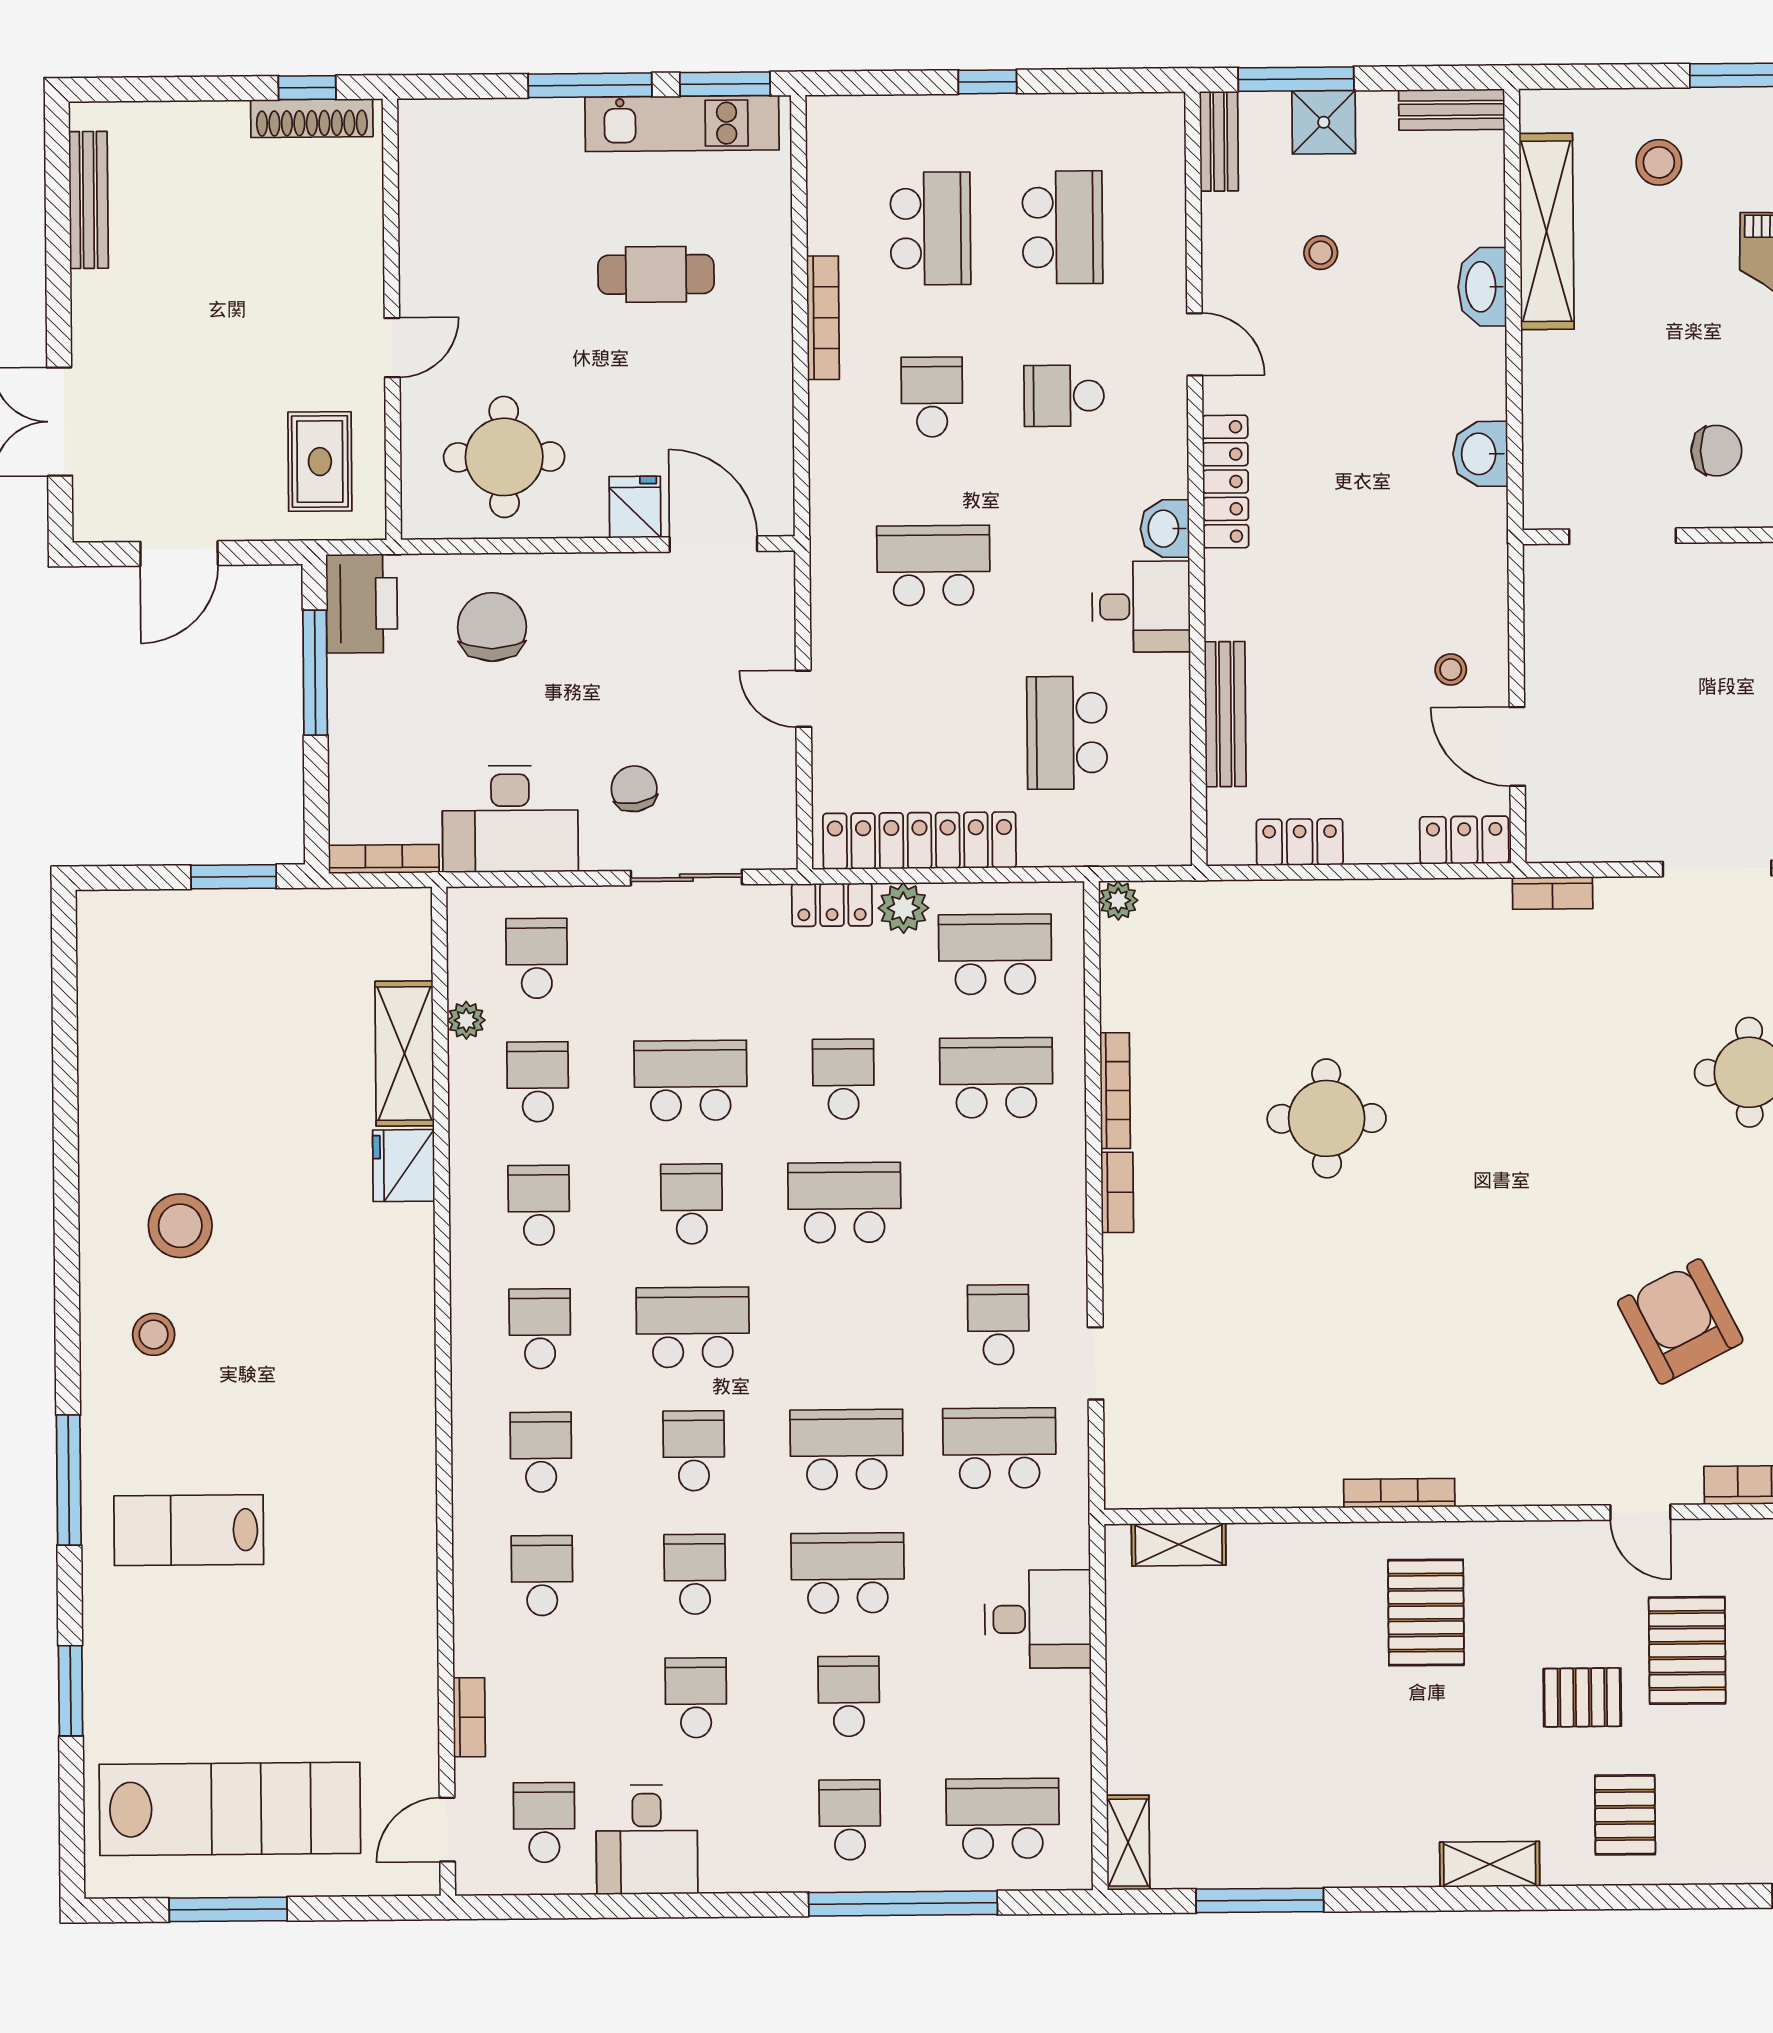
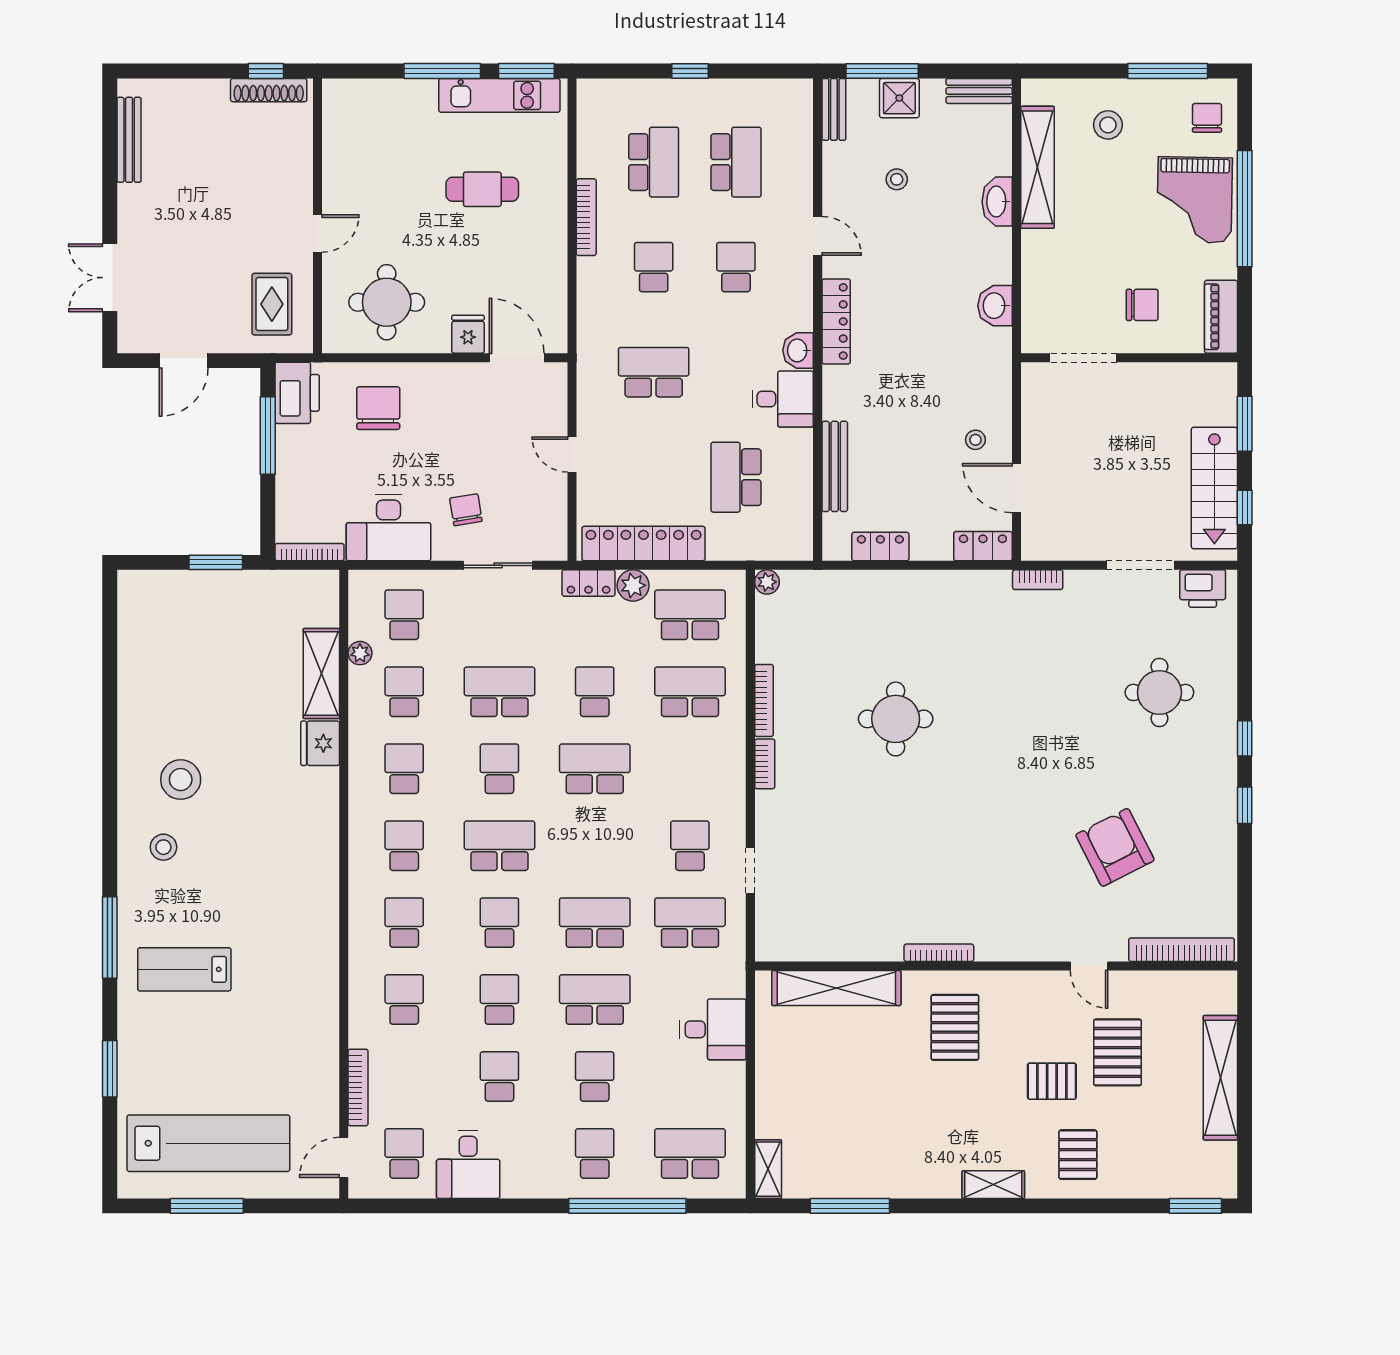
school desk: (1064, 396) -> (736, 267), turned 90
shelving: (1179, 1544) -> (836, 988), width x2.20, depth x1.33
bookcase: (469, 1717) -> (358, 1087), width x1.56

